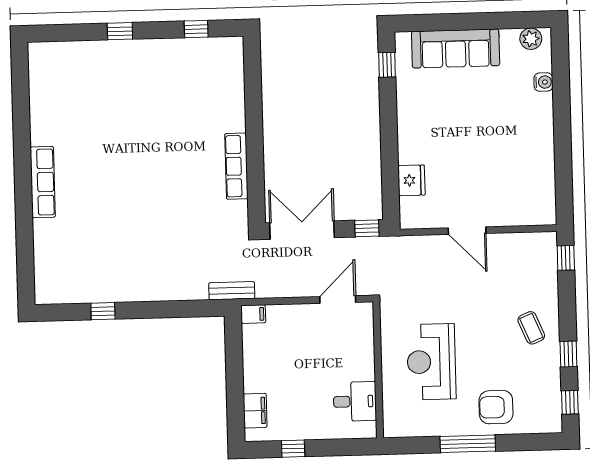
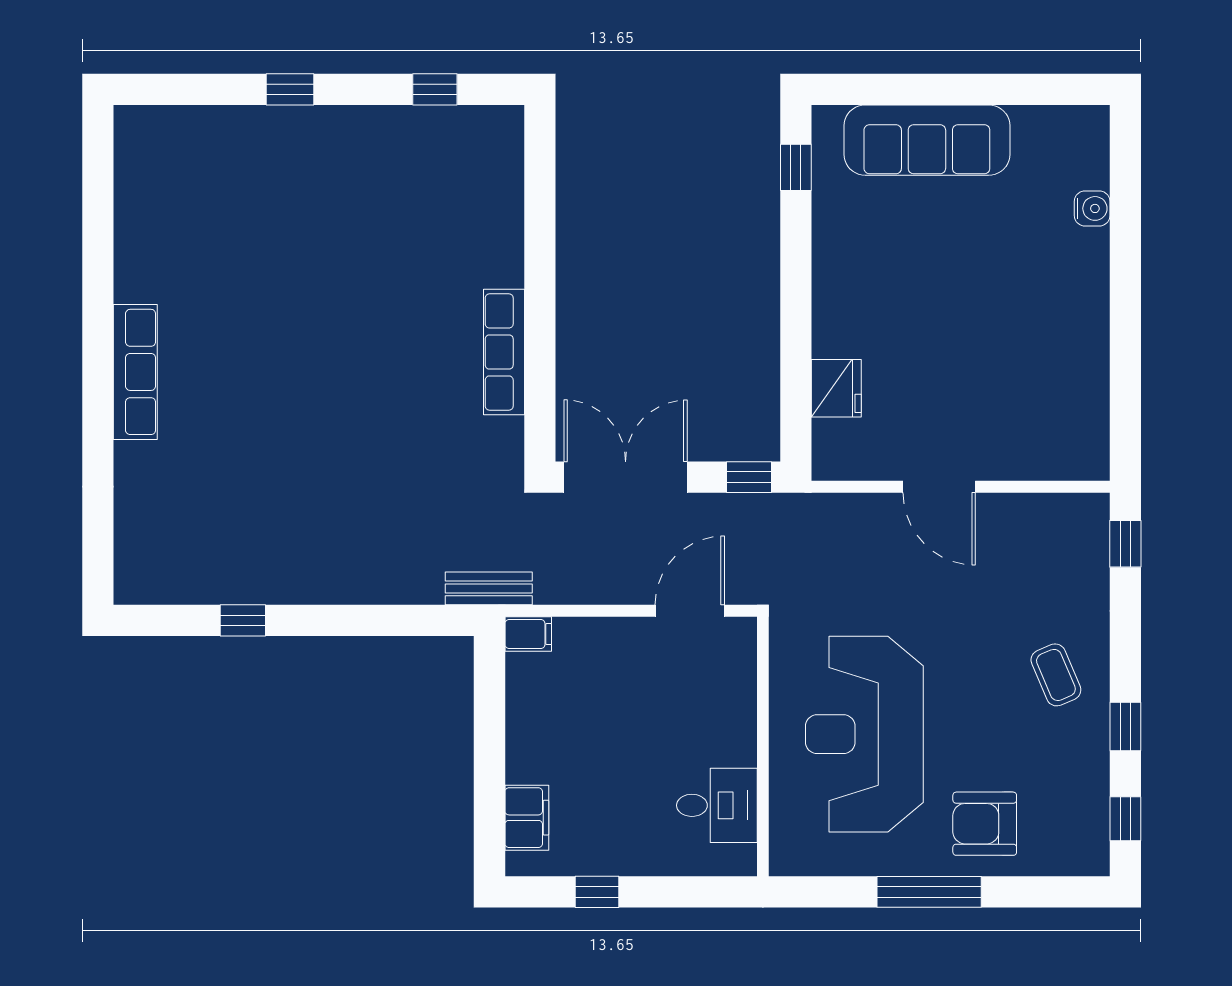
plant: (531, 39) -> (1070, 125), removed
reception desk: (431, 362) -> (864, 734), width x1.36, depth x1.30

